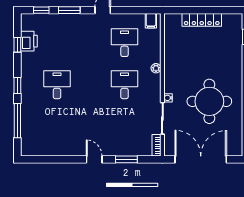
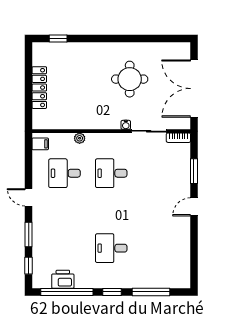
window: (17, 45) -> (67, 292), width x3.17
plant: (156, 68) -> (80, 138), moved
round table: (209, 101) -> (130, 79), width x0.73, depth x0.73

